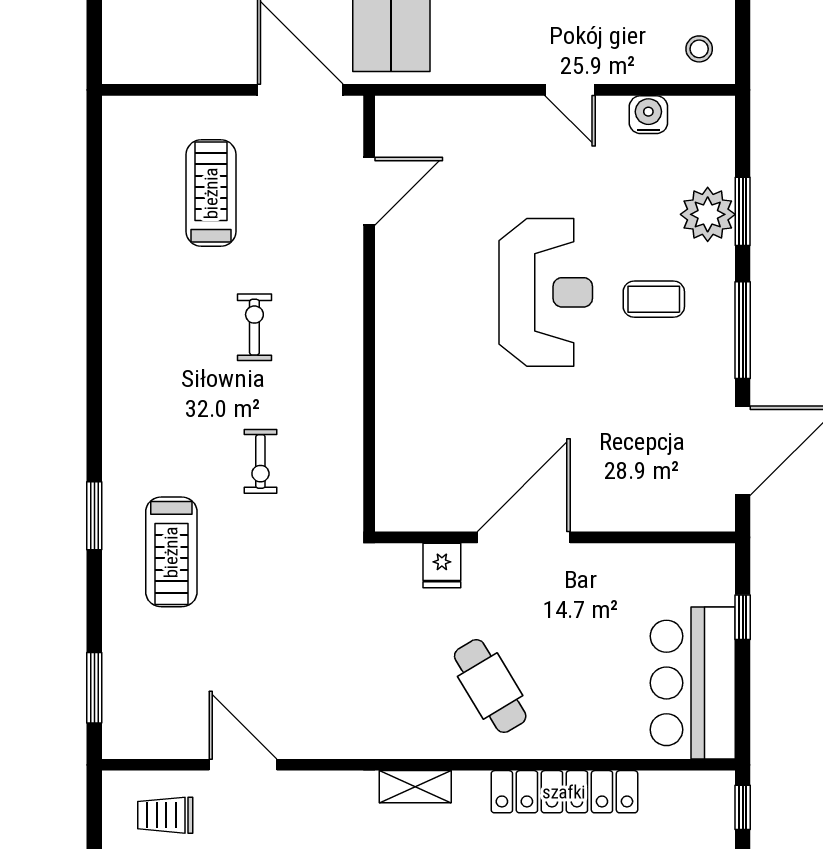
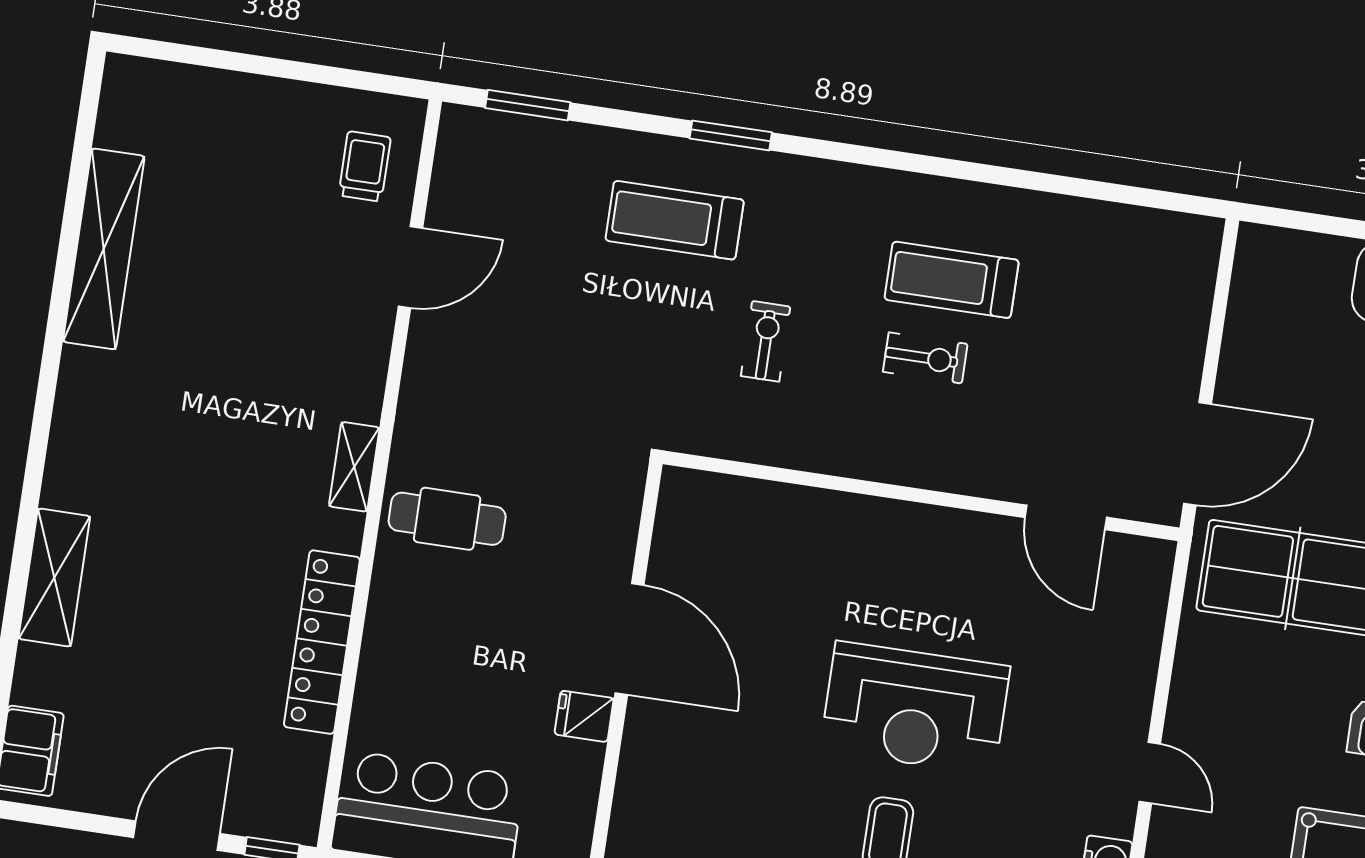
door: (570, 90) -> (1150, 773), swing flipped
treadmill: (211, 193) -> (952, 280), moved, turned 180
exercise bike: (260, 461) -> (766, 341), turned 90
fridge: (442, 565) -> (584, 716), moved
cafe table: (490, 686) -> (447, 519), moved, turned 31

